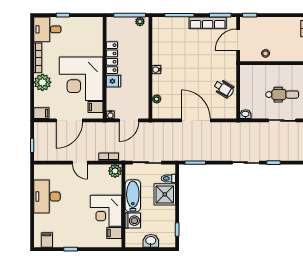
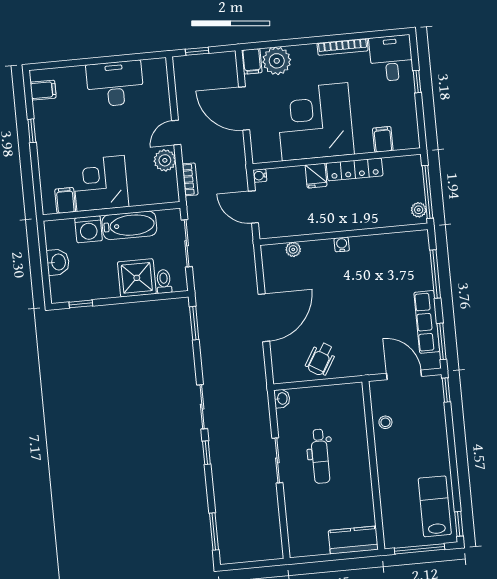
plant: (42, 82) -> (277, 61), moved
filing cabinet: (96, 107) -> (383, 139), moved
plant: (115, 171) -> (165, 160), moved

